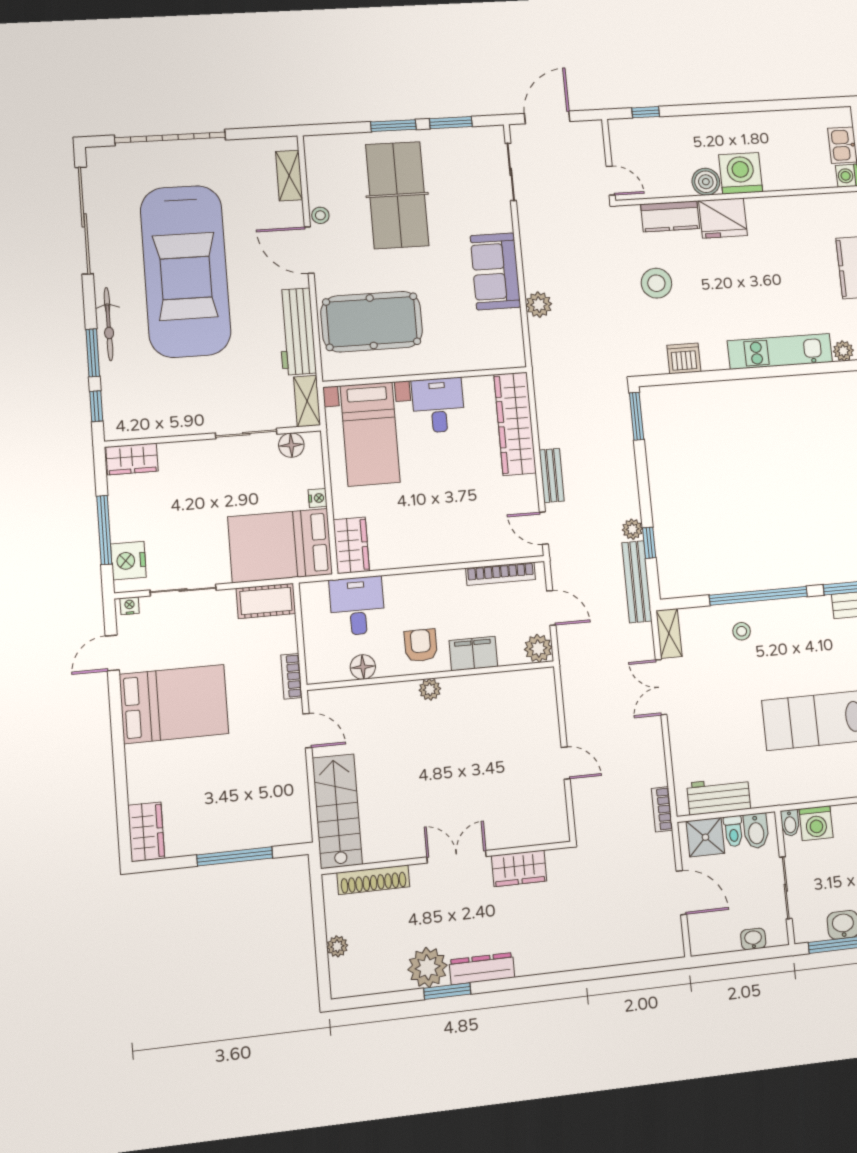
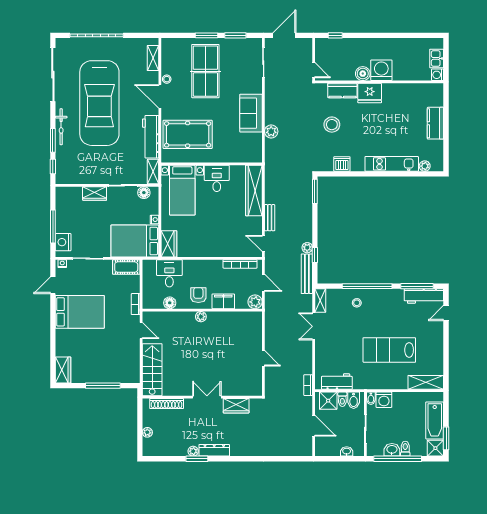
wardrobe: (132, 459) -> (95, 193), moved
plant: (428, 967) -> (193, 451), width x0.53, depth x0.53

